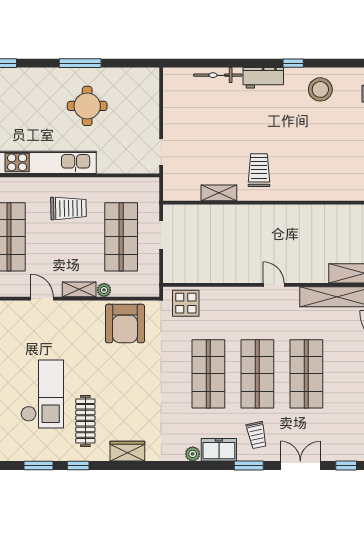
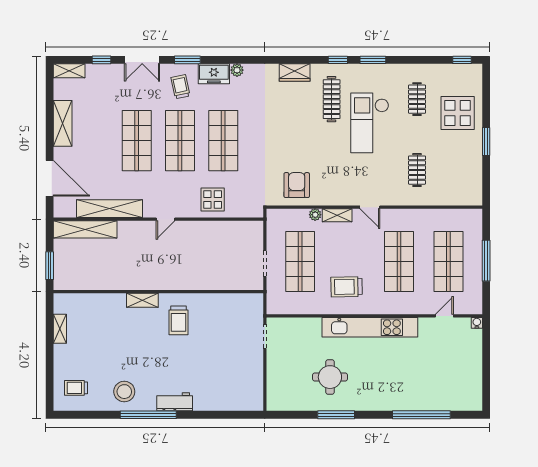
window: (293, 63) -> (148, 415), width x3.17
bicycle: (218, 75) -> (215, 404), removed
shelving: (219, 193) -> (142, 300), moved
door: (274, 285) -> (166, 219), hinge flipped
display table: (186, 303) -> (213, 199), moved
armchair: (125, 324) -> (297, 185), width x0.73, depth x0.73

